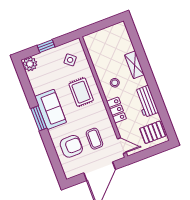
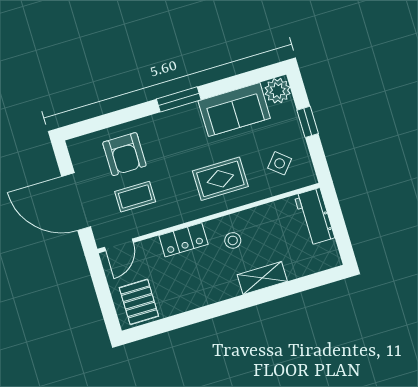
workbench: (146, 101) -> (314, 216), moved, turned -90
sofa: (51, 109) -> (234, 110), moved

